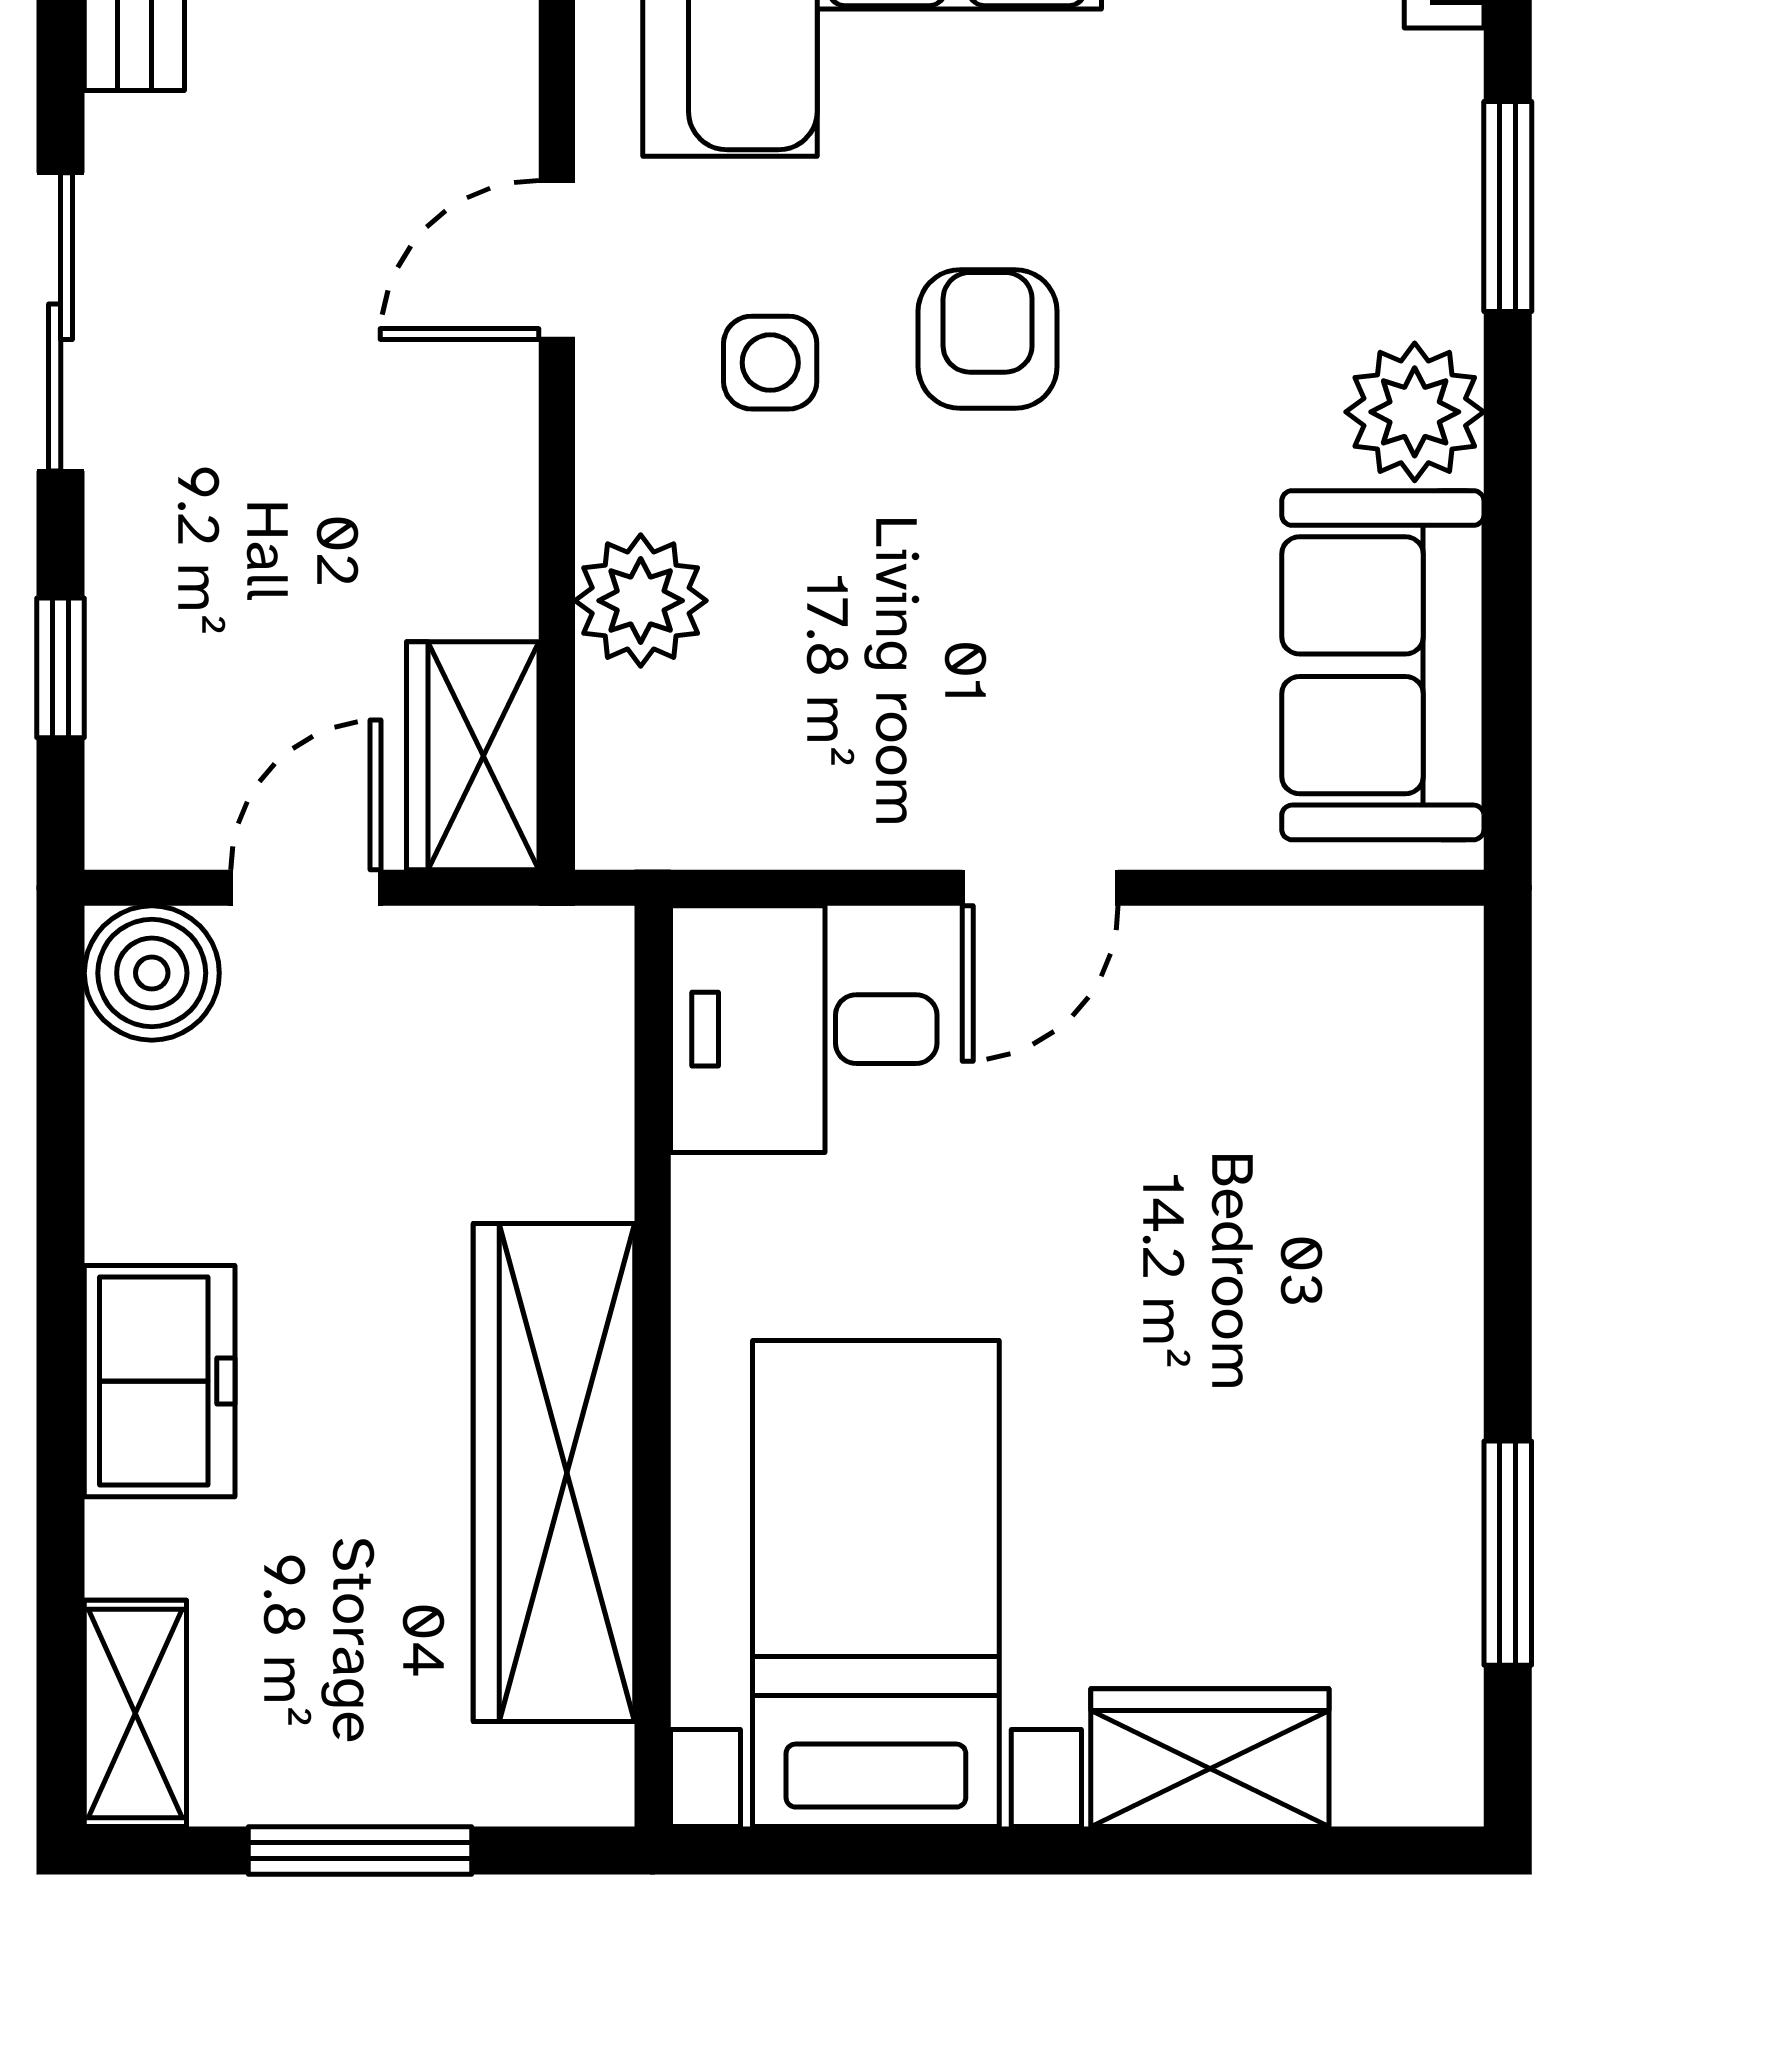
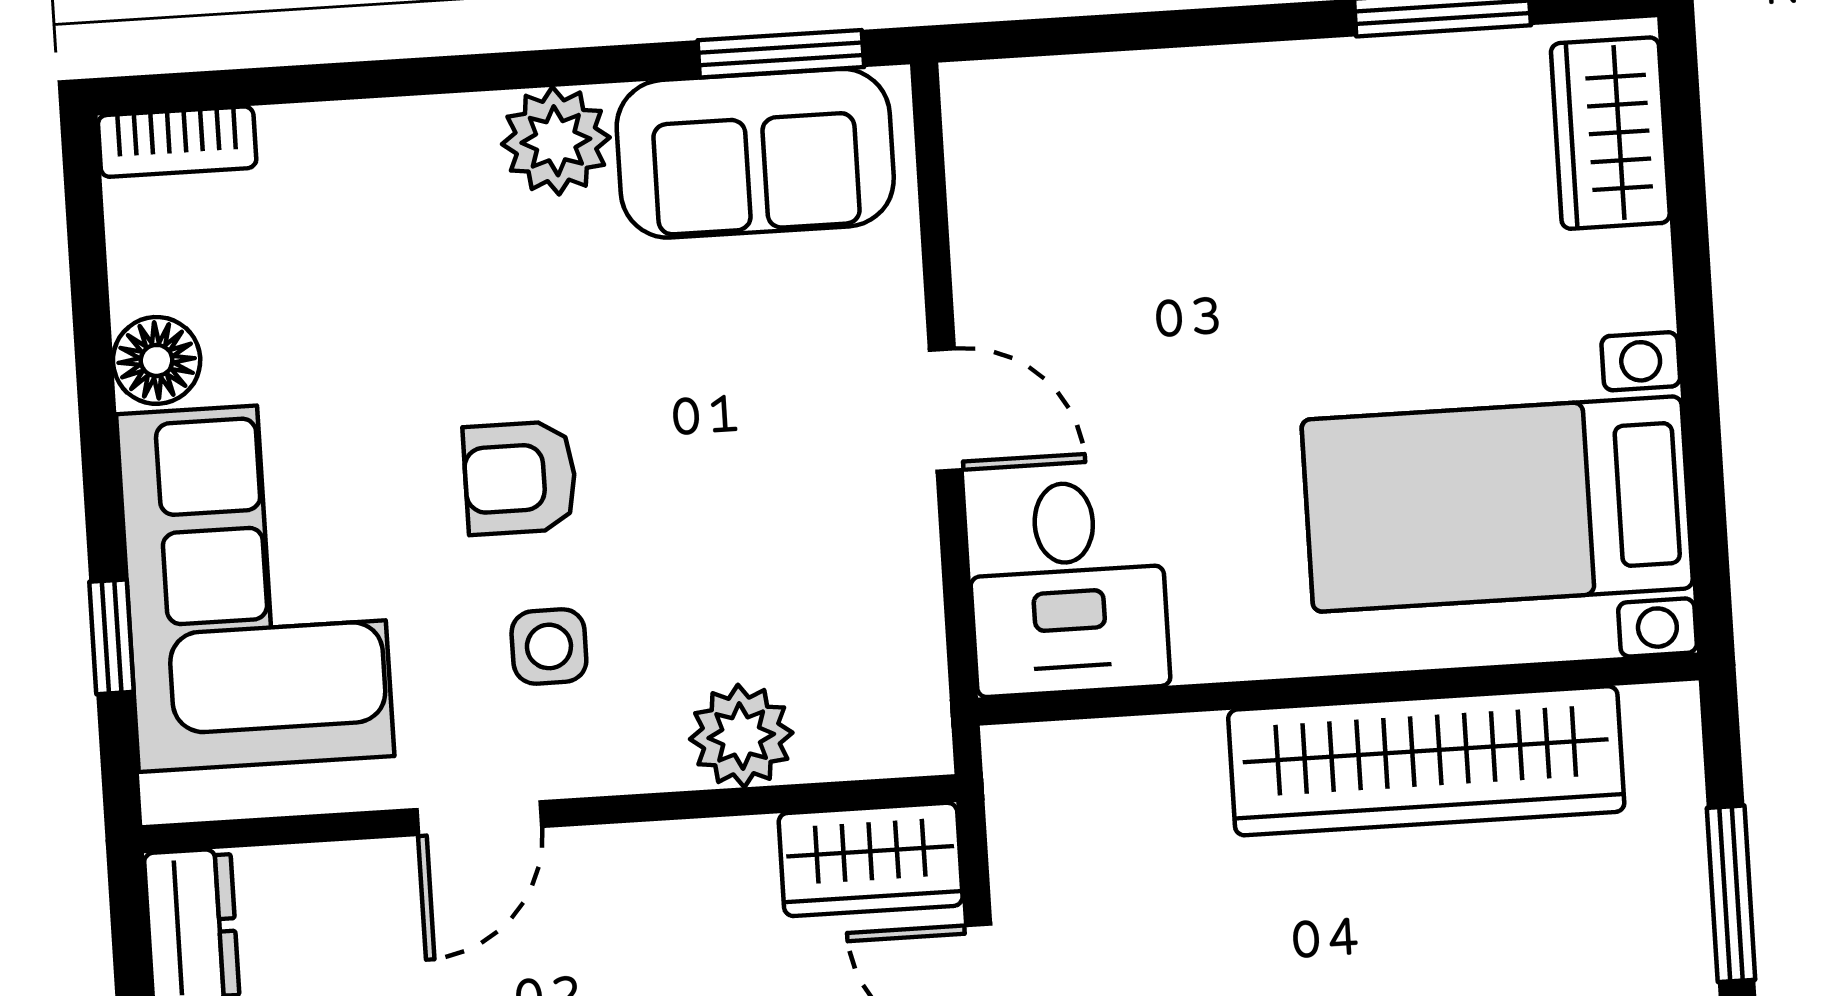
window: (1508, 207) -> (781, 54), moved
door: (557, 260) -> (479, 818), hinge flipped
wardrobe: (1210, 1758) -> (1610, 133), moved

